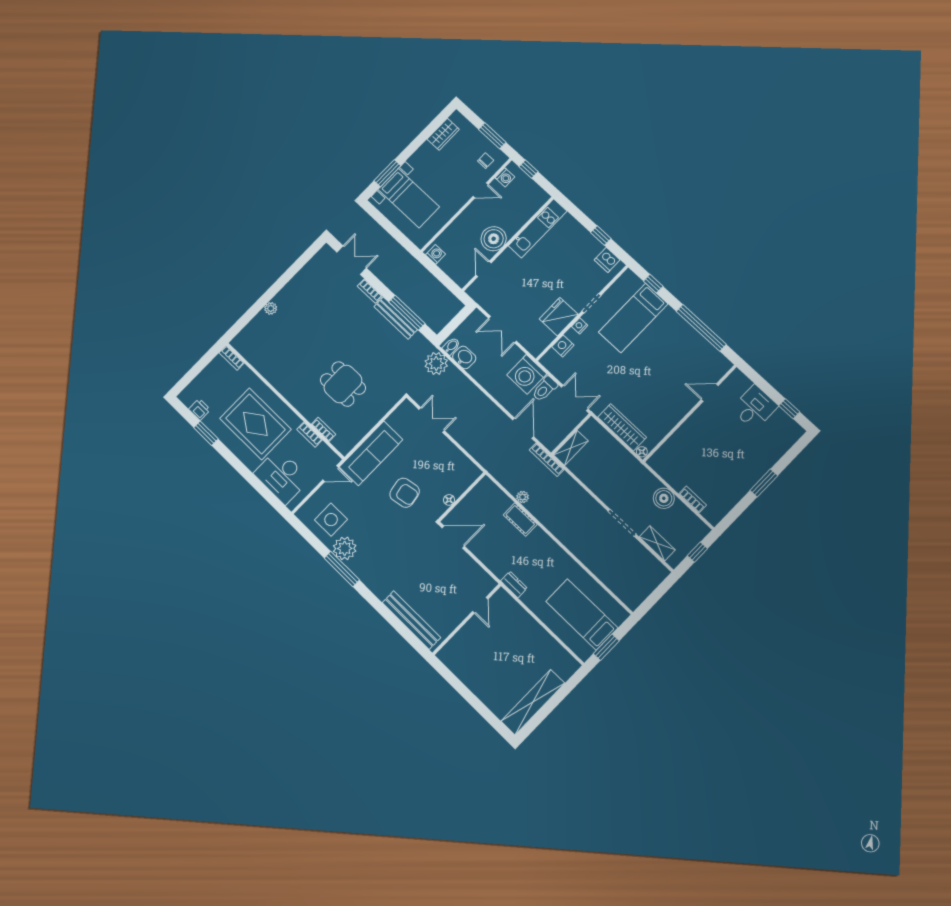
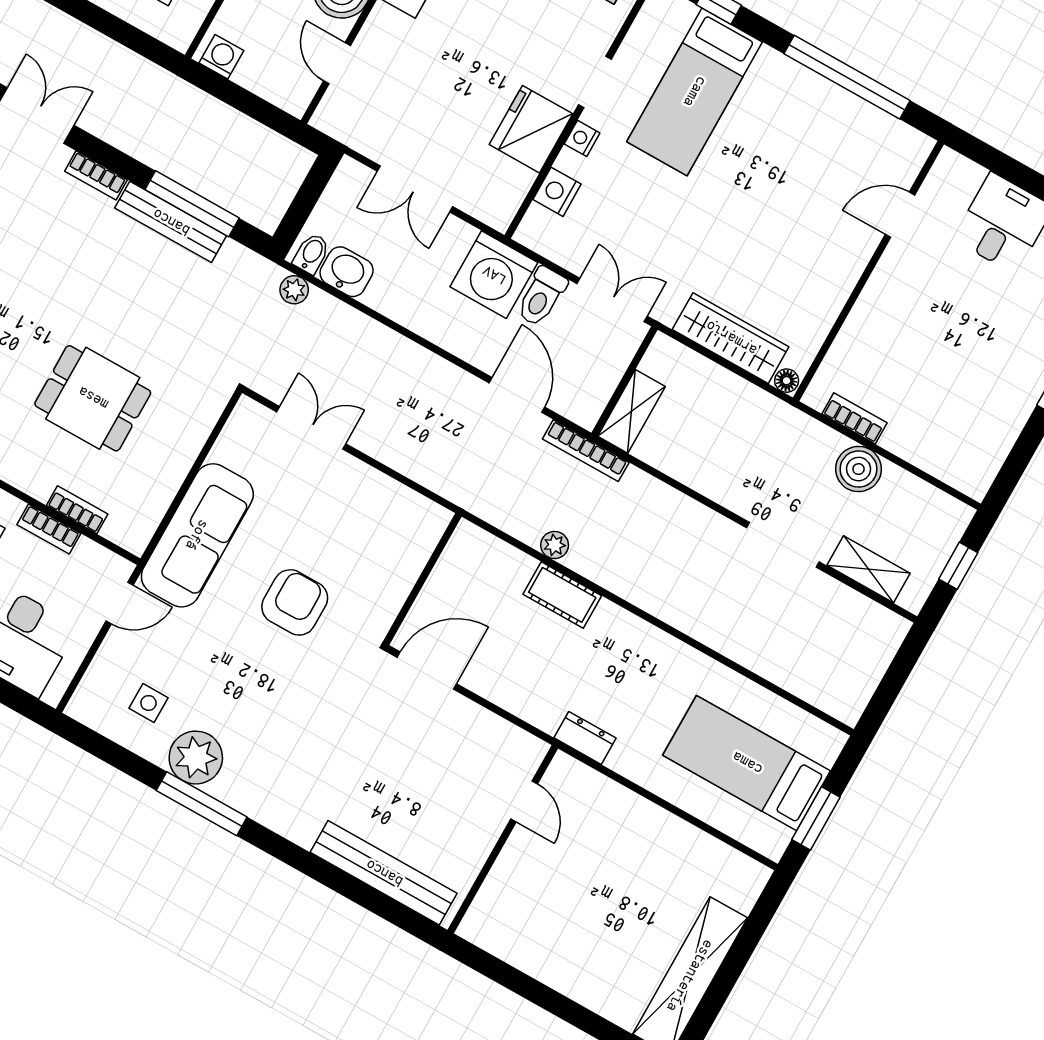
plant: (436, 363) -> (294, 290), width x0.53, depth x0.53
armchair: (405, 493) -> (295, 602), turned -80
bookcase: (693, 499) -> (854, 418), moved
floor lamp: (449, 500) -> (396, 593), removed
side table: (331, 520) -> (148, 703), width x0.54, depth x0.54

